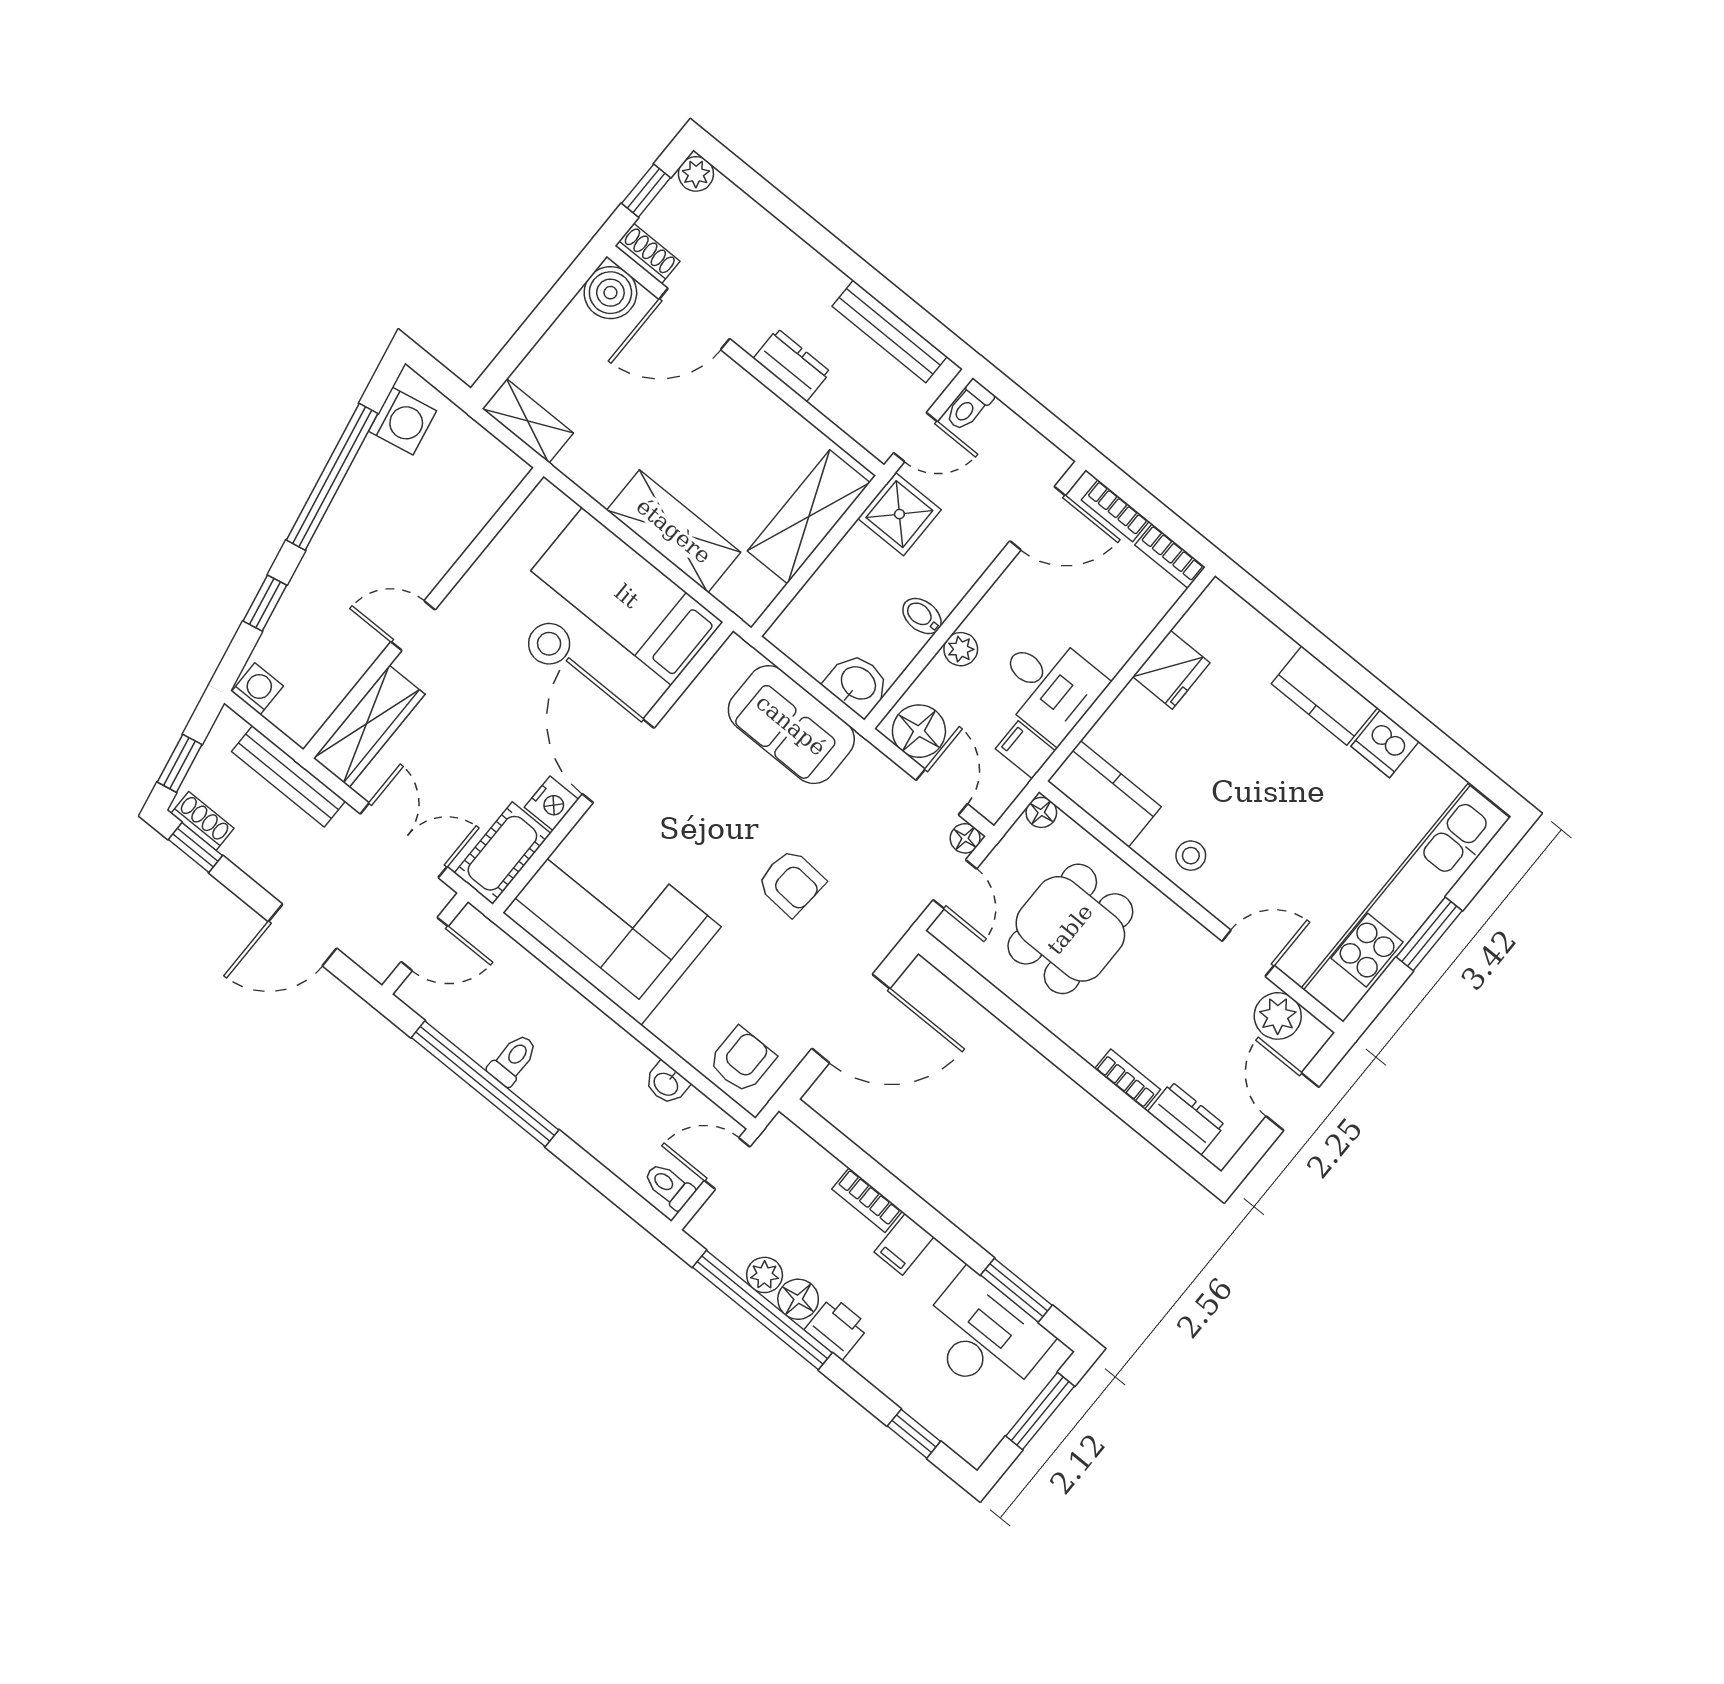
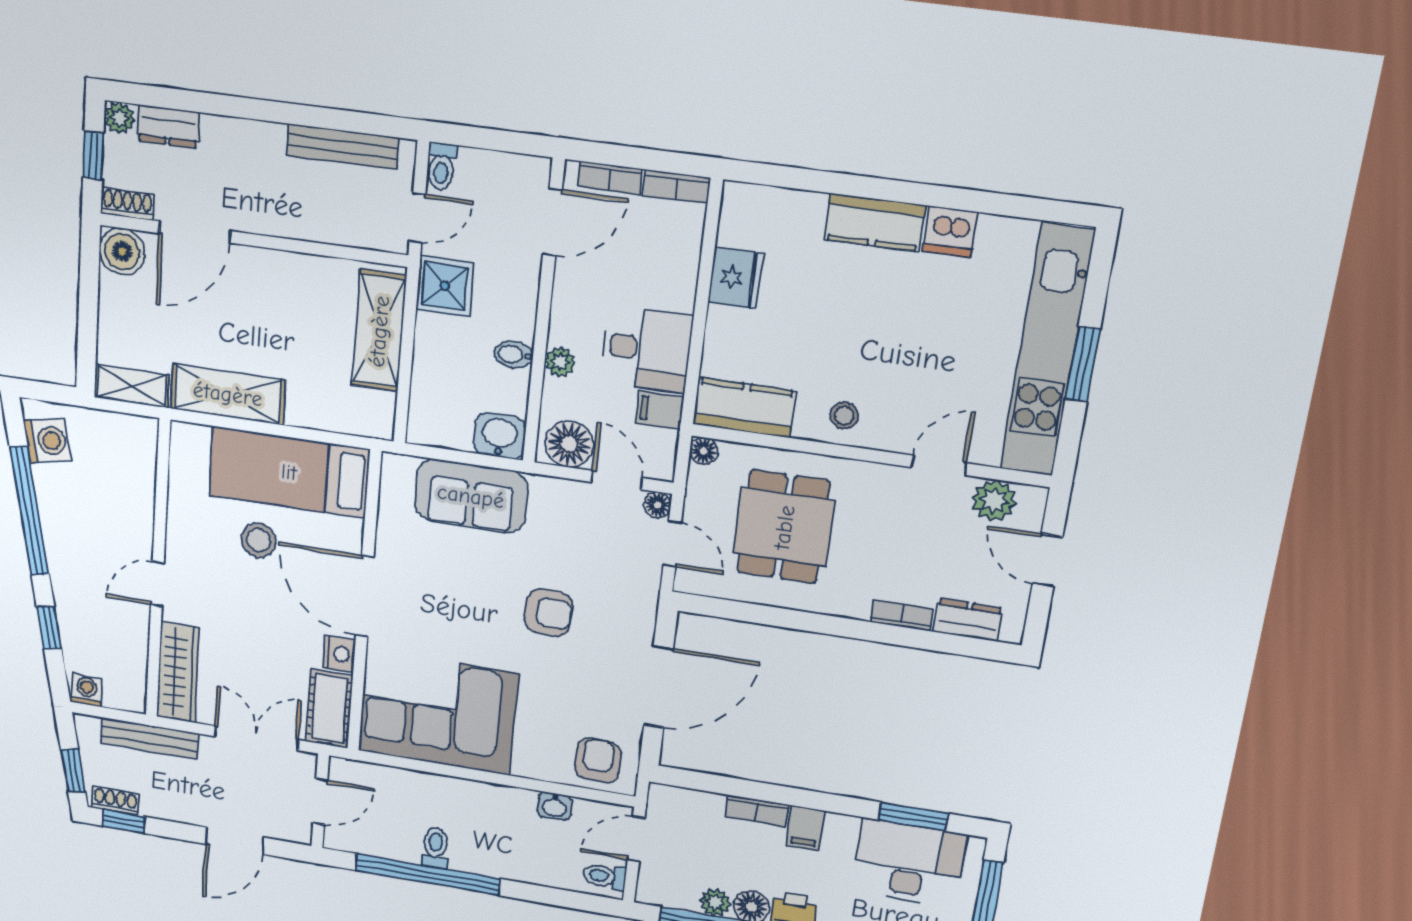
dresser: (792, 365) -> (168, 126), moved, turned 180
shelving: (674, 531) -> (228, 394), moved

